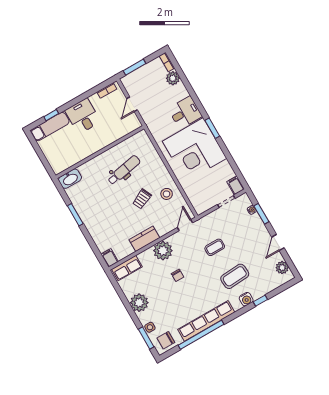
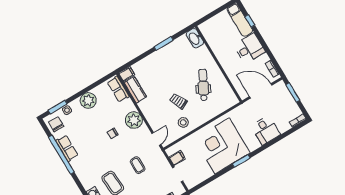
plant: (173, 78) -> (284, 126), removed
door: (132, 104) -> (261, 91), width x1.87
desk: (185, 113) -> (266, 130), moved
dental chair: (124, 170) -> (203, 85), turned -141
filing cabinet: (236, 185) -> (177, 158), moved
door: (185, 225) -> (156, 139), hinge flipped
kitchen counter: (144, 239) -> (135, 90), moved
row of seats: (206, 321) -> (67, 148), width x0.50

